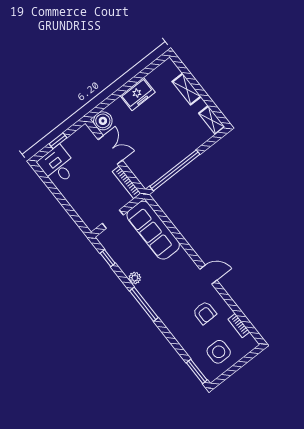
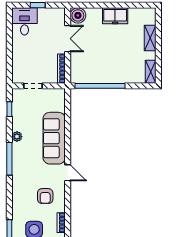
sofa: (153, 230) -> (54, 138), moved

